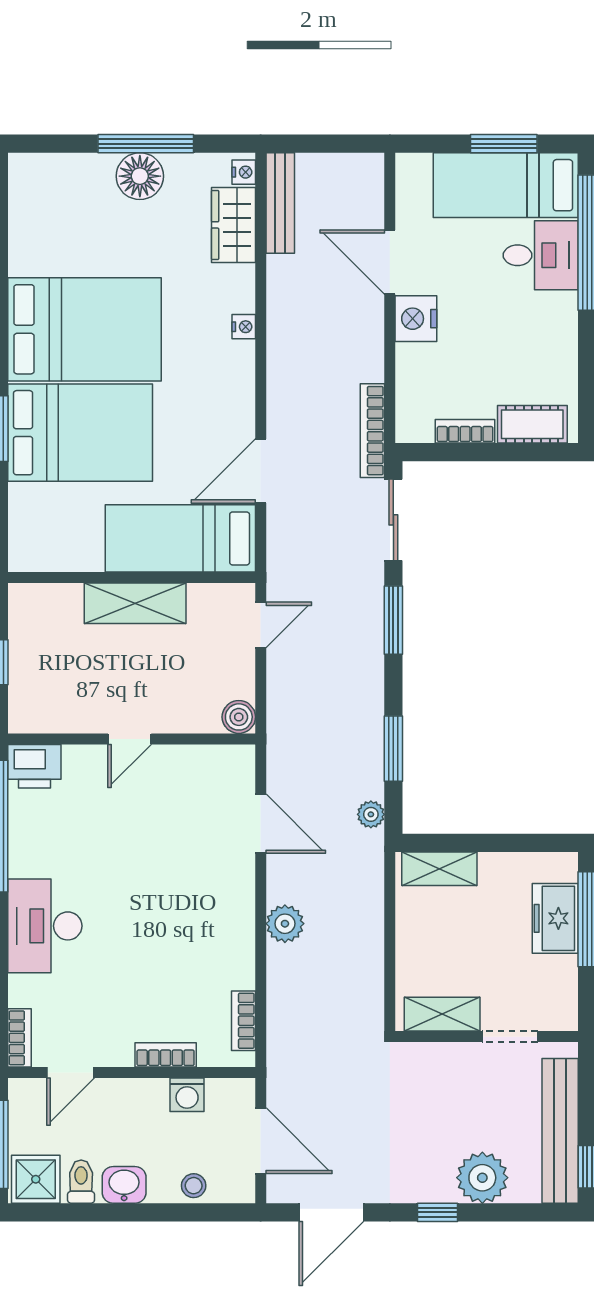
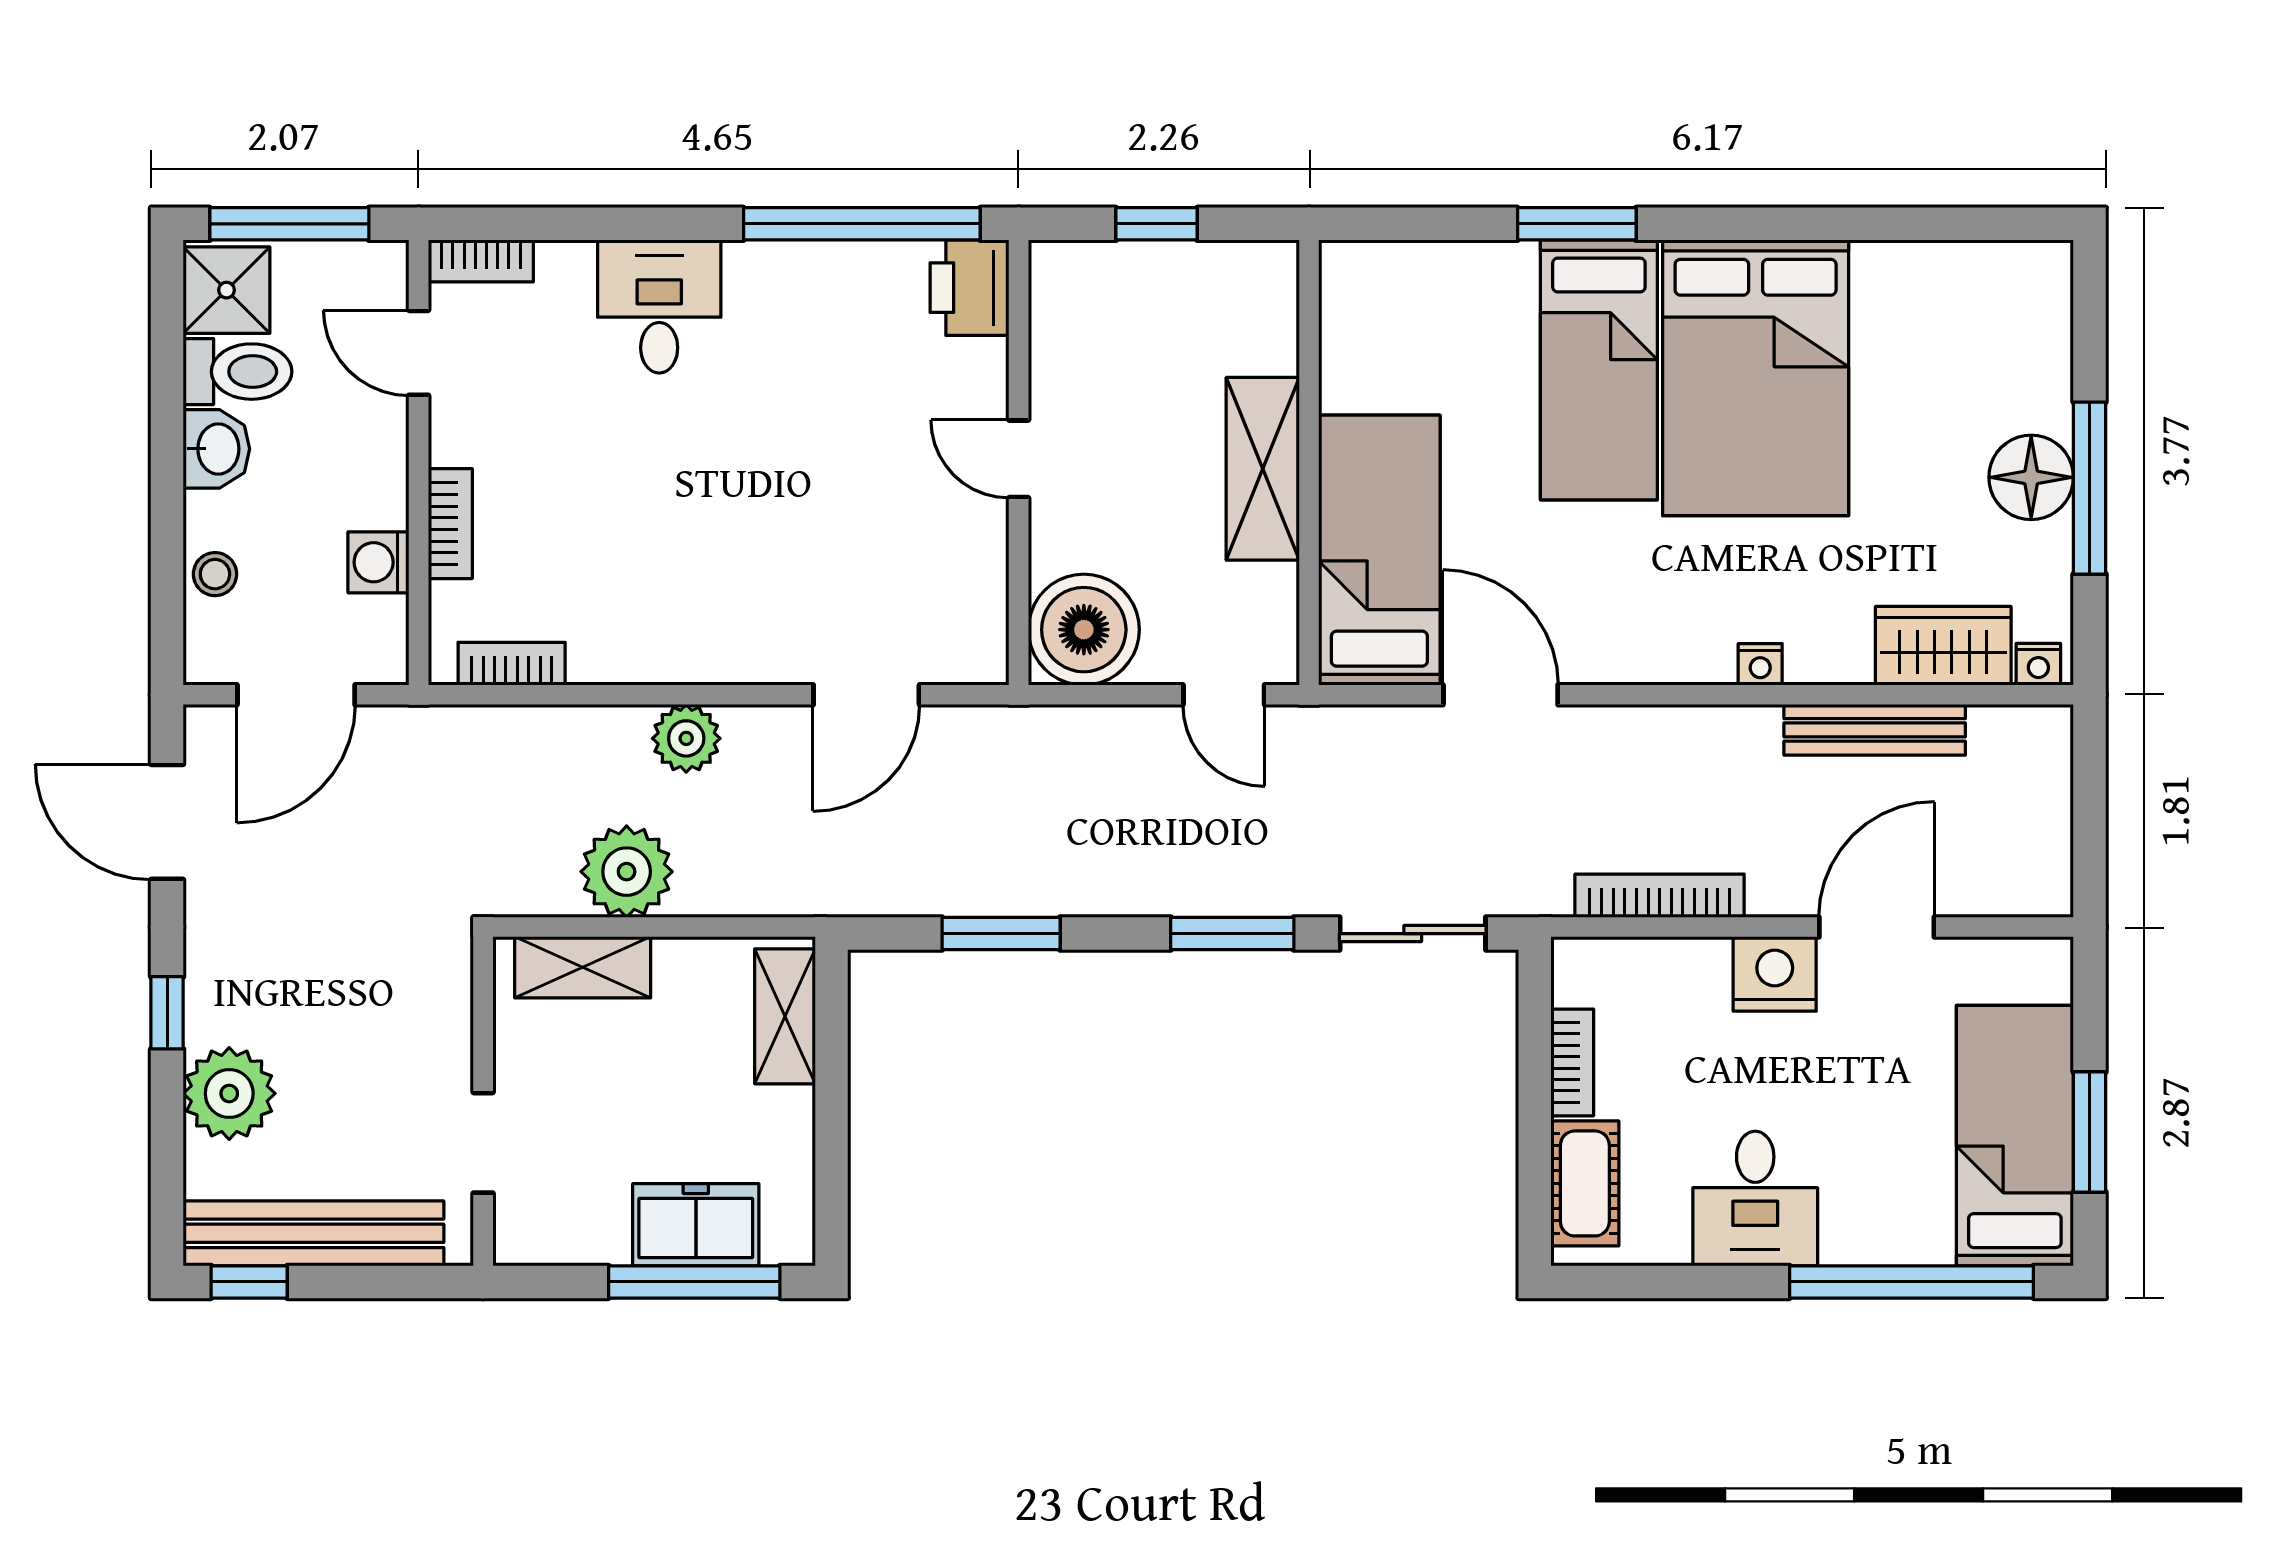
bench: (280, 203) -> (1875, 730), moved
desk: (541, 255) -> (1755, 1198), moved
bookcase: (372, 431) -> (1660, 896), moved
bed: (80, 433) -> (1599, 370), width x0.67
boiler: (239, 717) -> (1084, 630), width x1.86, depth x1.86
plant: (371, 814) -> (627, 872), moved, width x1.87, depth x1.87
desk: (45, 926) -> (659, 306), width x0.73
shelving: (442, 1014) -> (583, 967), moved, turned 90
toilet: (81, 1182) -> (237, 372), width x1.37, depth x1.39

